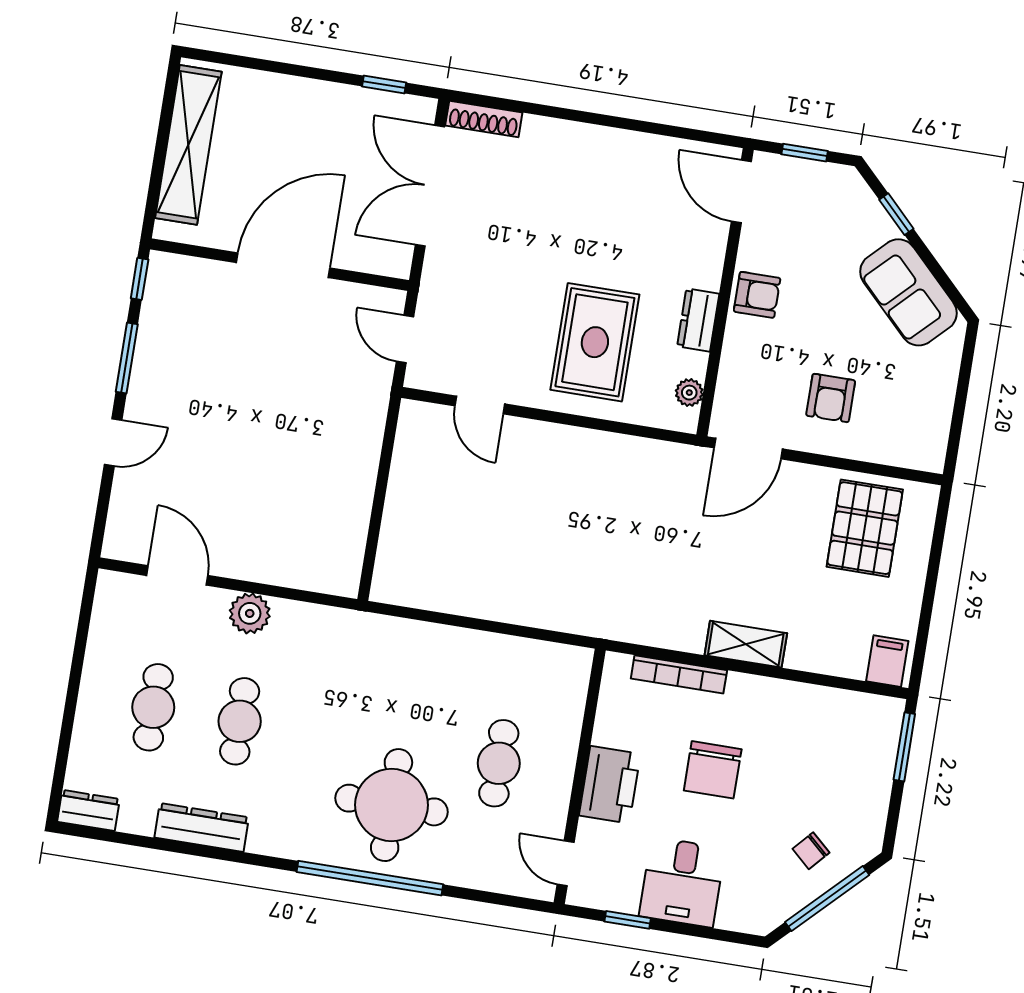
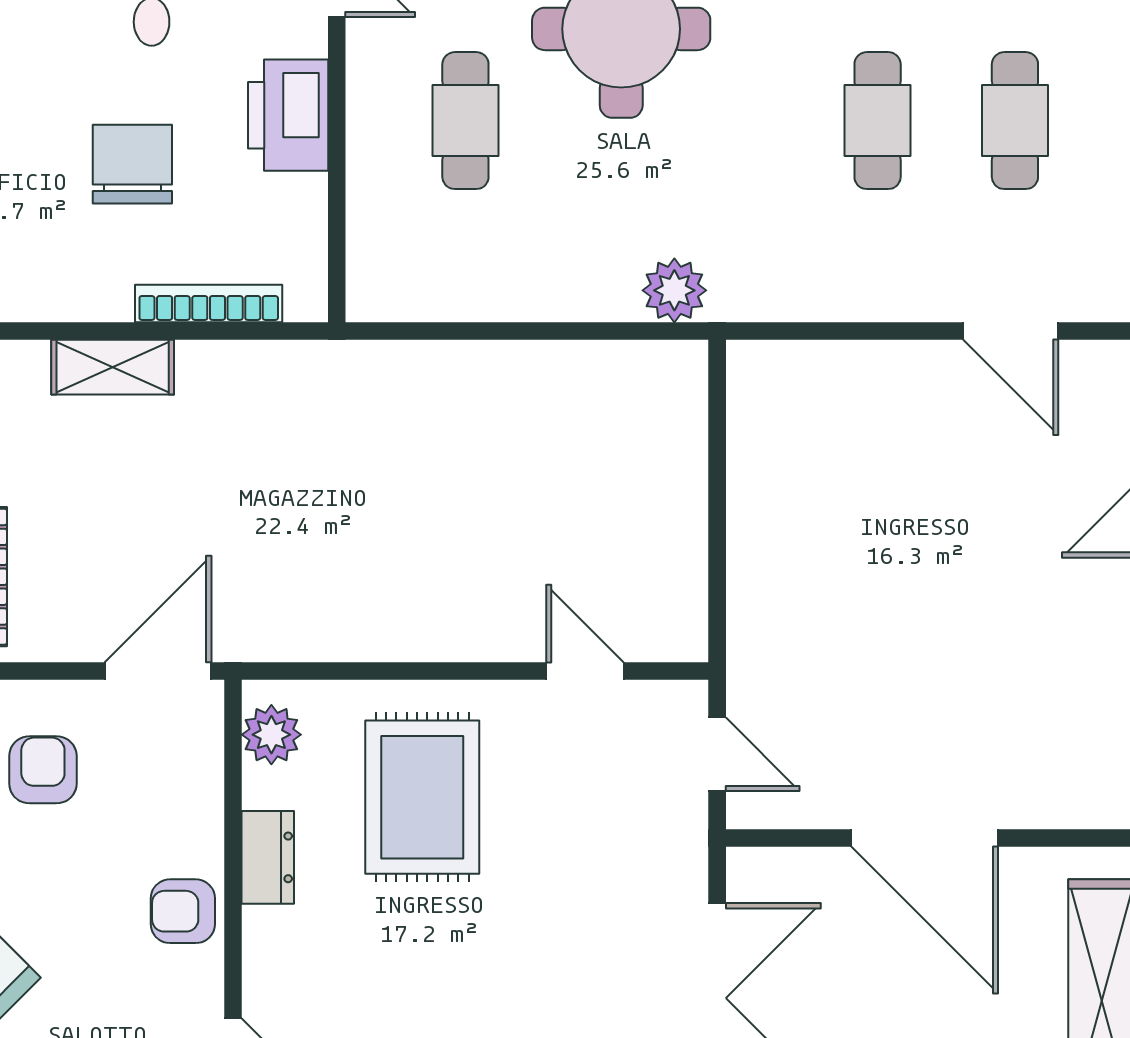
door: (283, 265) -> (925, 838), hinge flipped
plant: (689, 393) -> (271, 735), width x1.38, depth x1.38
plant: (250, 613) -> (674, 290), moved

